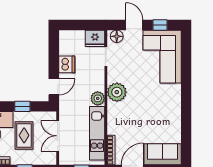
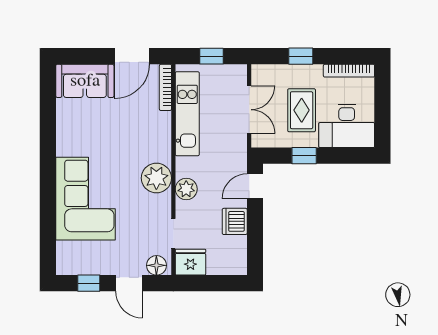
corner sofa: (162, 57) -> (86, 199), moved
plant: (98, 98) -> (186, 189), moved

